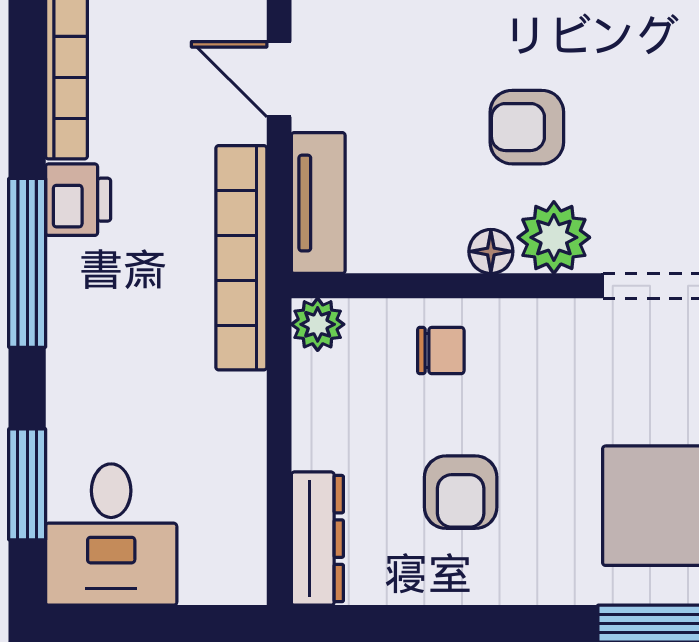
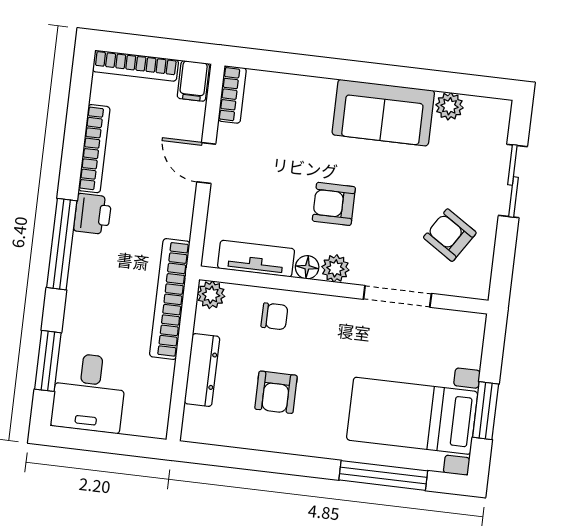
tv unit: (318, 203) -> (256, 259), moved, turned -90
plant: (554, 237) -> (335, 268), width x0.73, depth x0.73
bookcase: (241, 258) -> (170, 299), moved
dresser: (317, 539) -> (202, 370), moved

